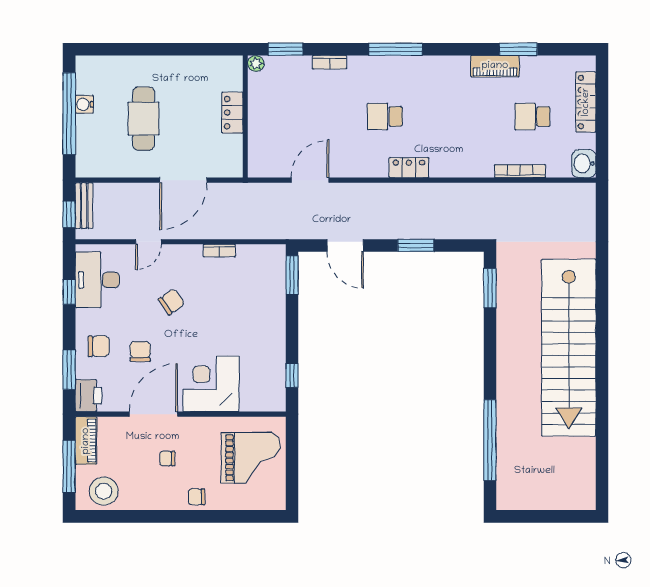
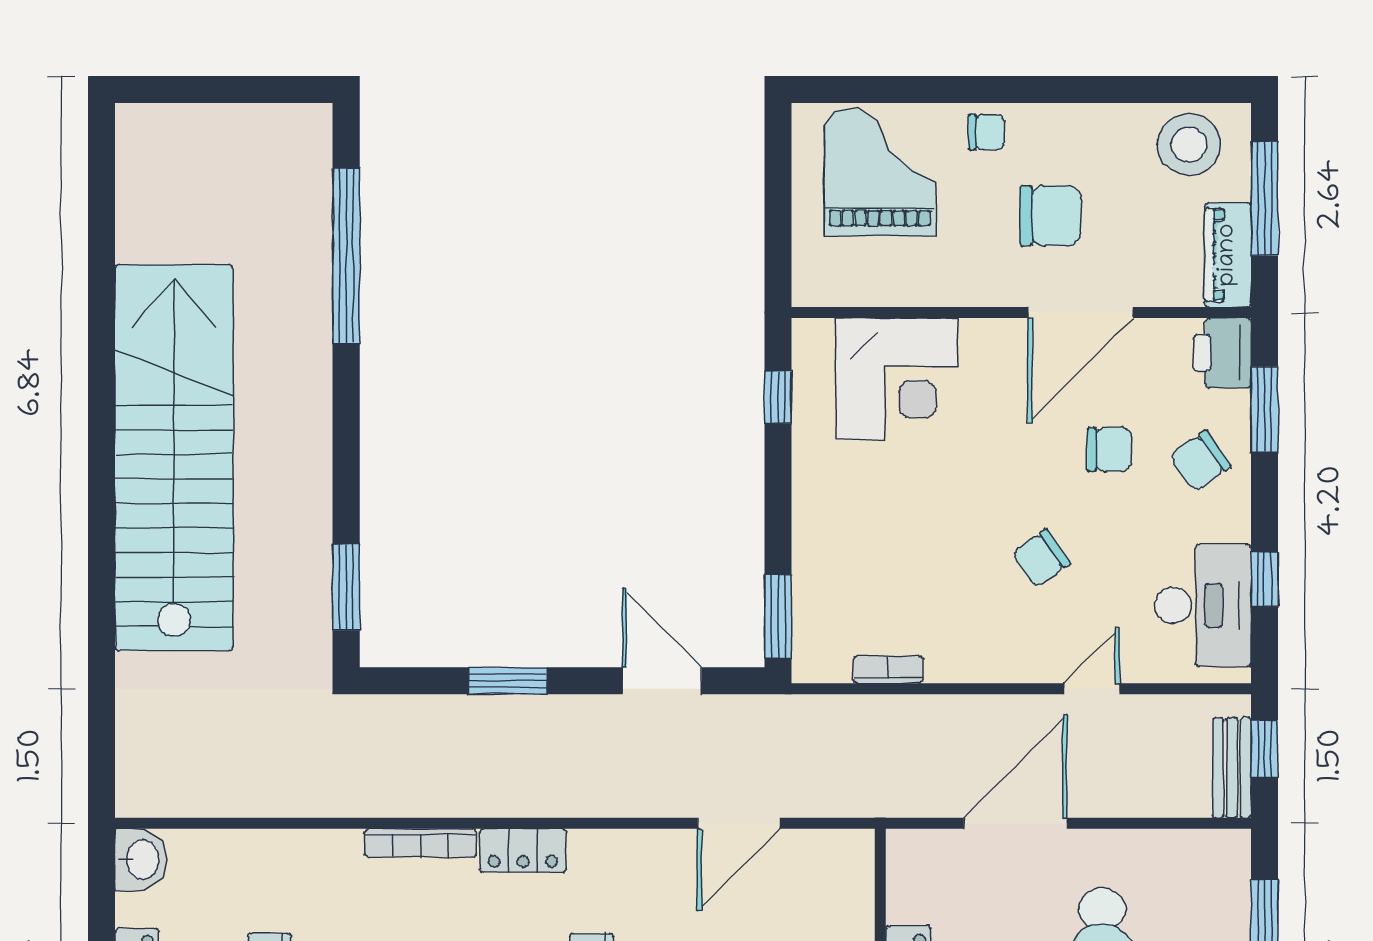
bookcase: (520, 171) -> (420, 843), moved
bookcase: (219, 251) -> (888, 670), moved
chair: (99, 346) -> (1200, 461), turned -35
chair: (140, 351) -> (1109, 449), turned -90
corner desk: (211, 384) -> (897, 379), moved
grand piano: (251, 458) -> (880, 172), moved, turned 90
chair: (167, 459) -> (1050, 216), width x1.87, depth x1.87

